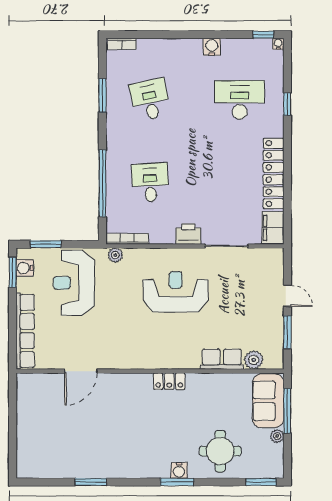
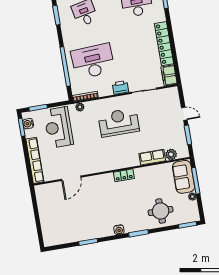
desk: (150, 183) -> (93, 61), width x1.87, depth x1.30
water cooler: (179, 470) -> (119, 230), moved

